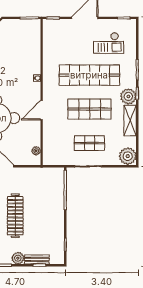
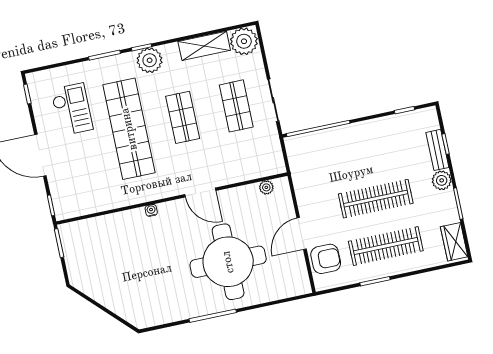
shop shelf: (89, 109) -> (183, 117), width x0.70, depth x0.74
shelving: (130, 121) -> (204, 46), moved

